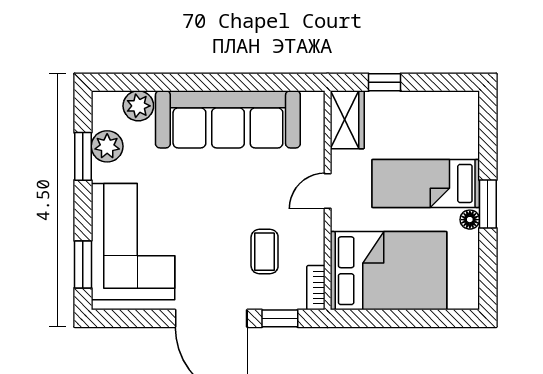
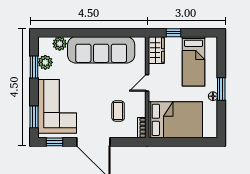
bed: (426, 183) -> (193, 61), moved, turned -90
window: (280, 318) -> (55, 142), moved

